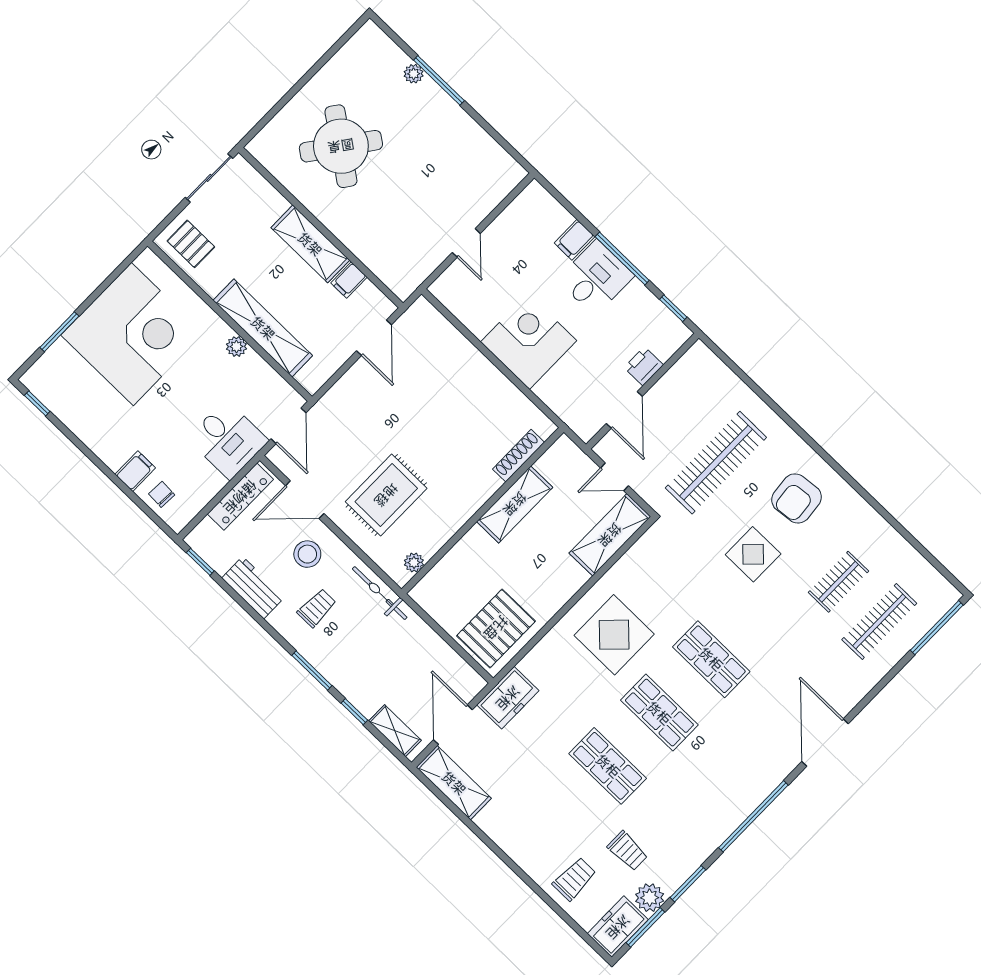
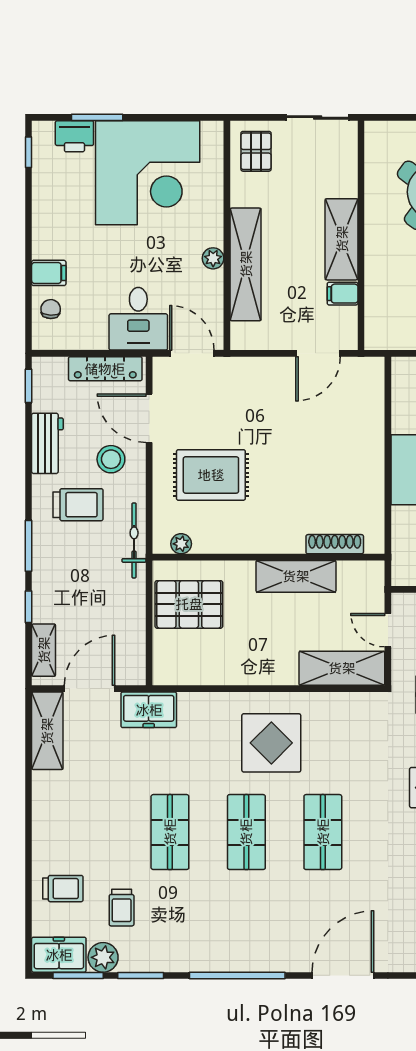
printer: (57, 360) -> (74, 136), added
door: (288, 426) -> (192, 353), swing flipped
trolley: (317, 608) -> (78, 505), width x1.36, depth x1.39
pallet: (496, 628) -> (189, 604), moved

